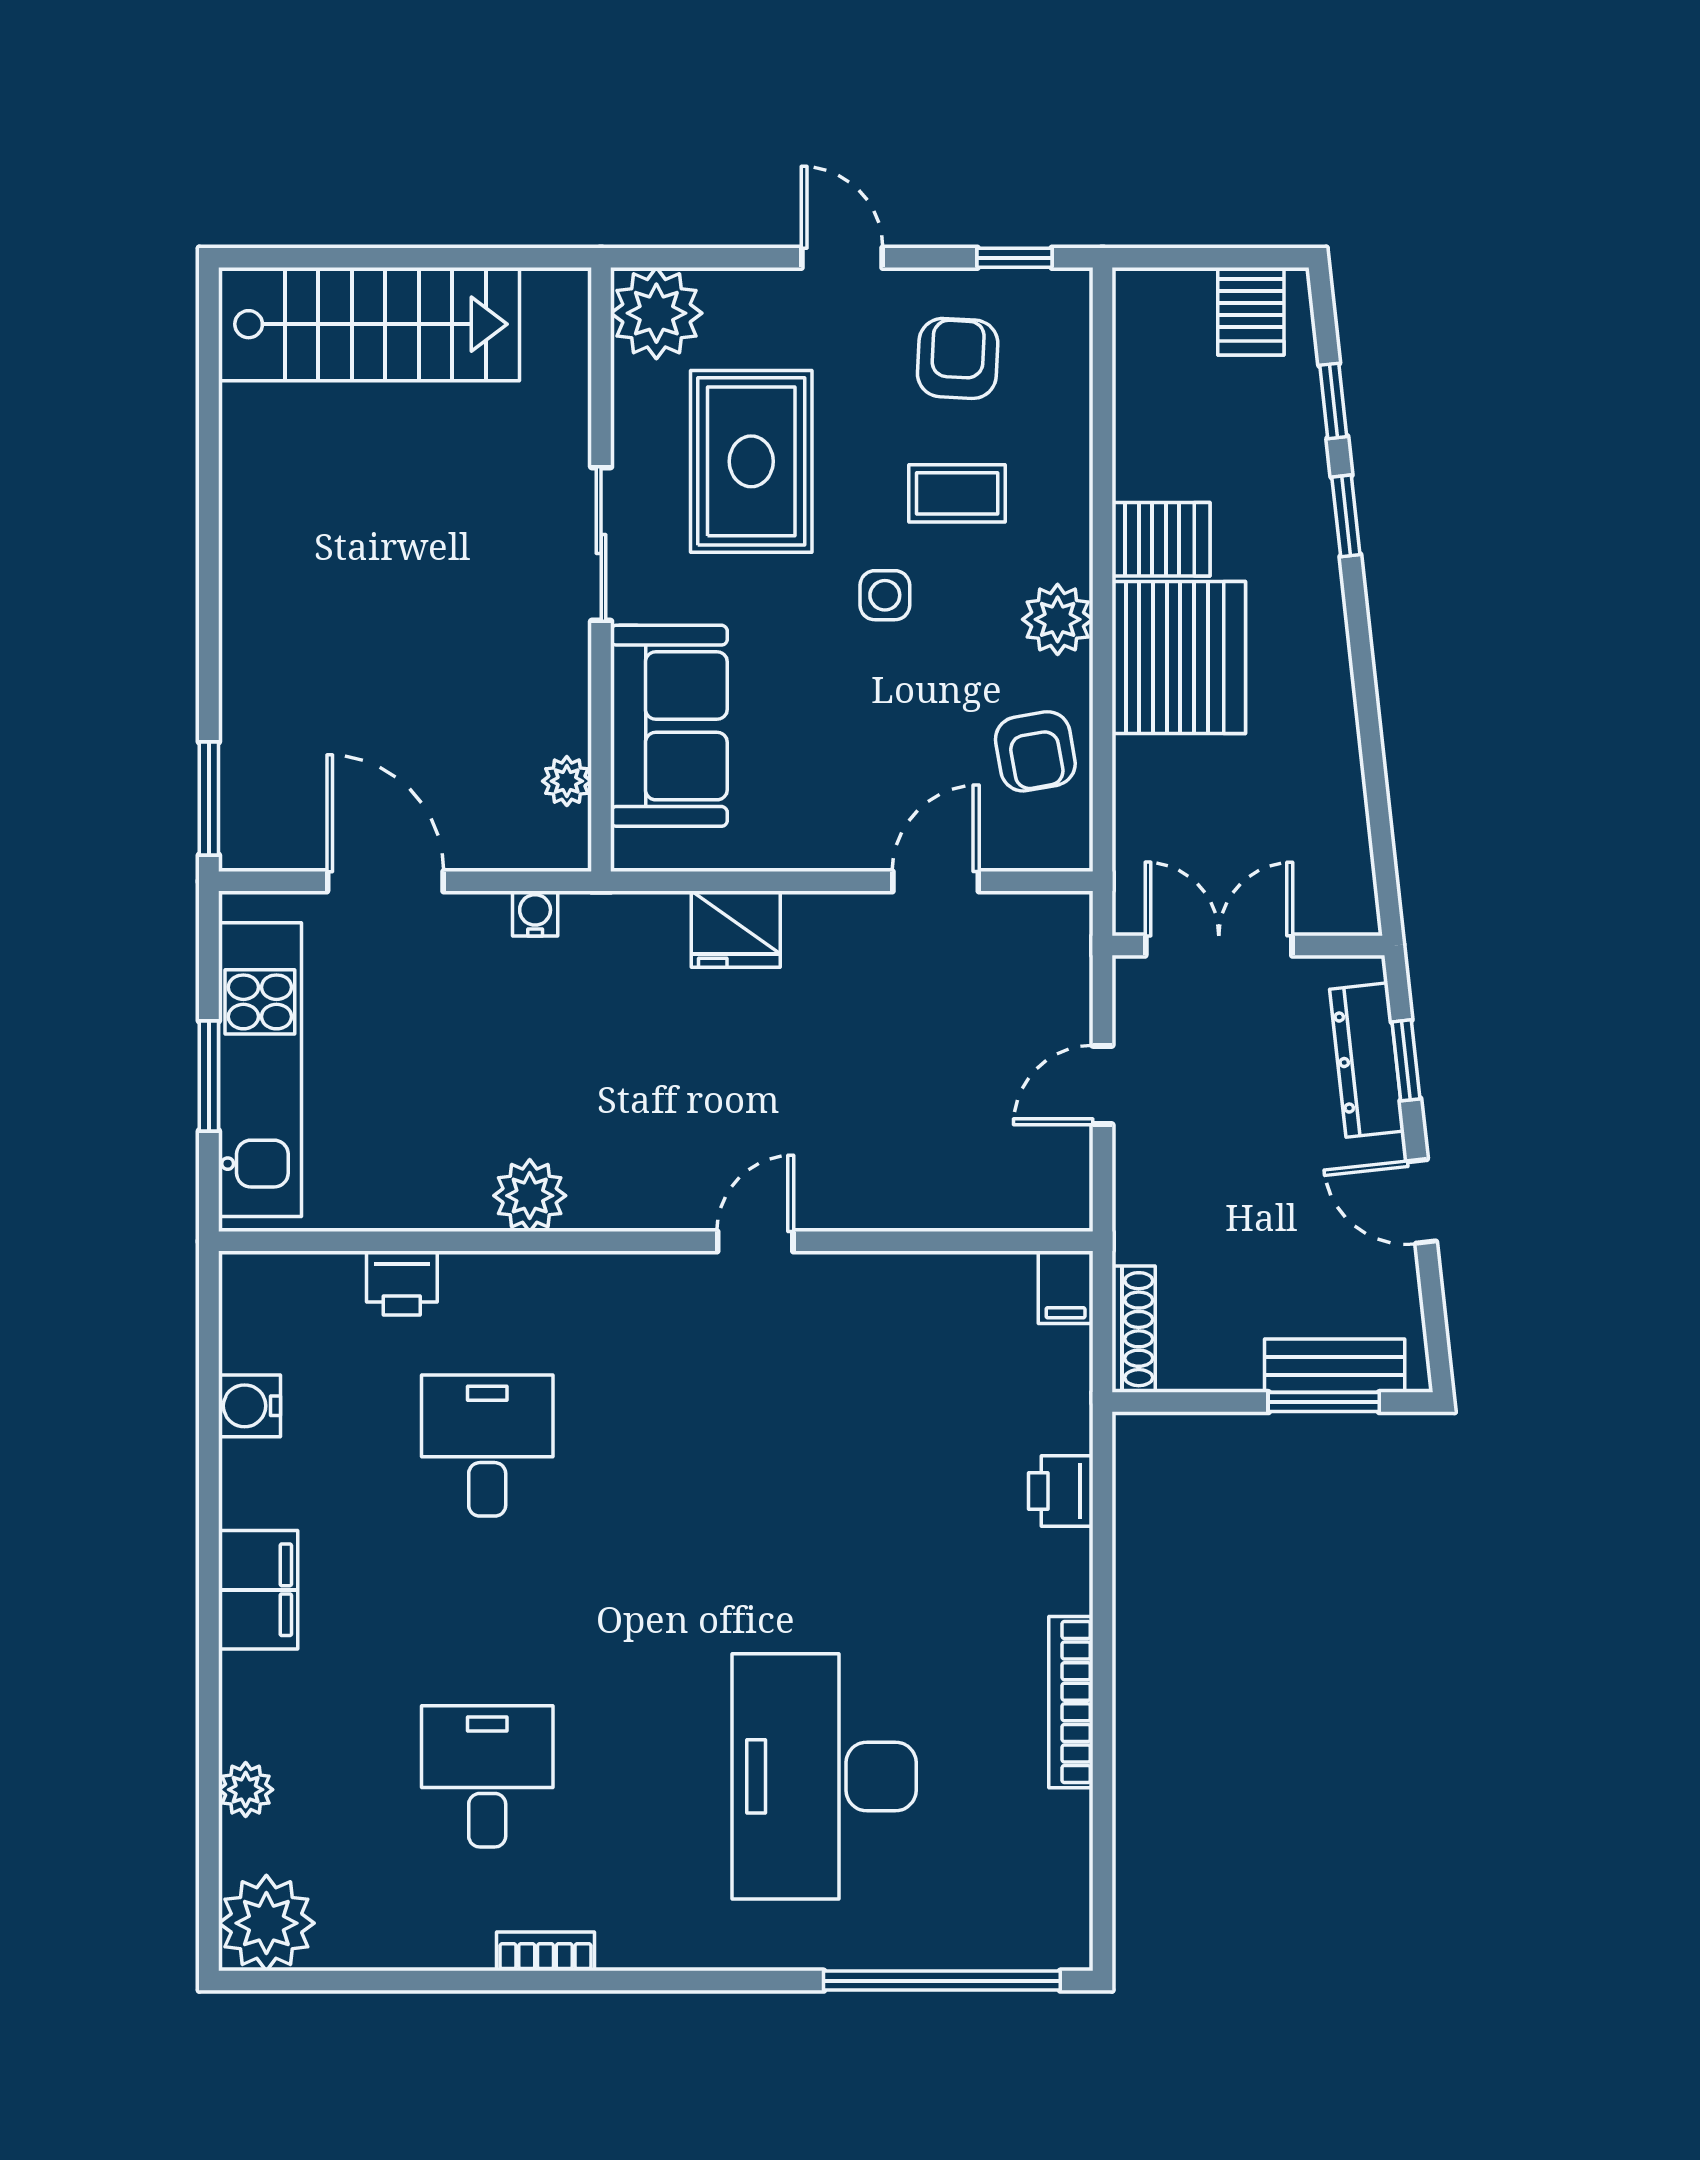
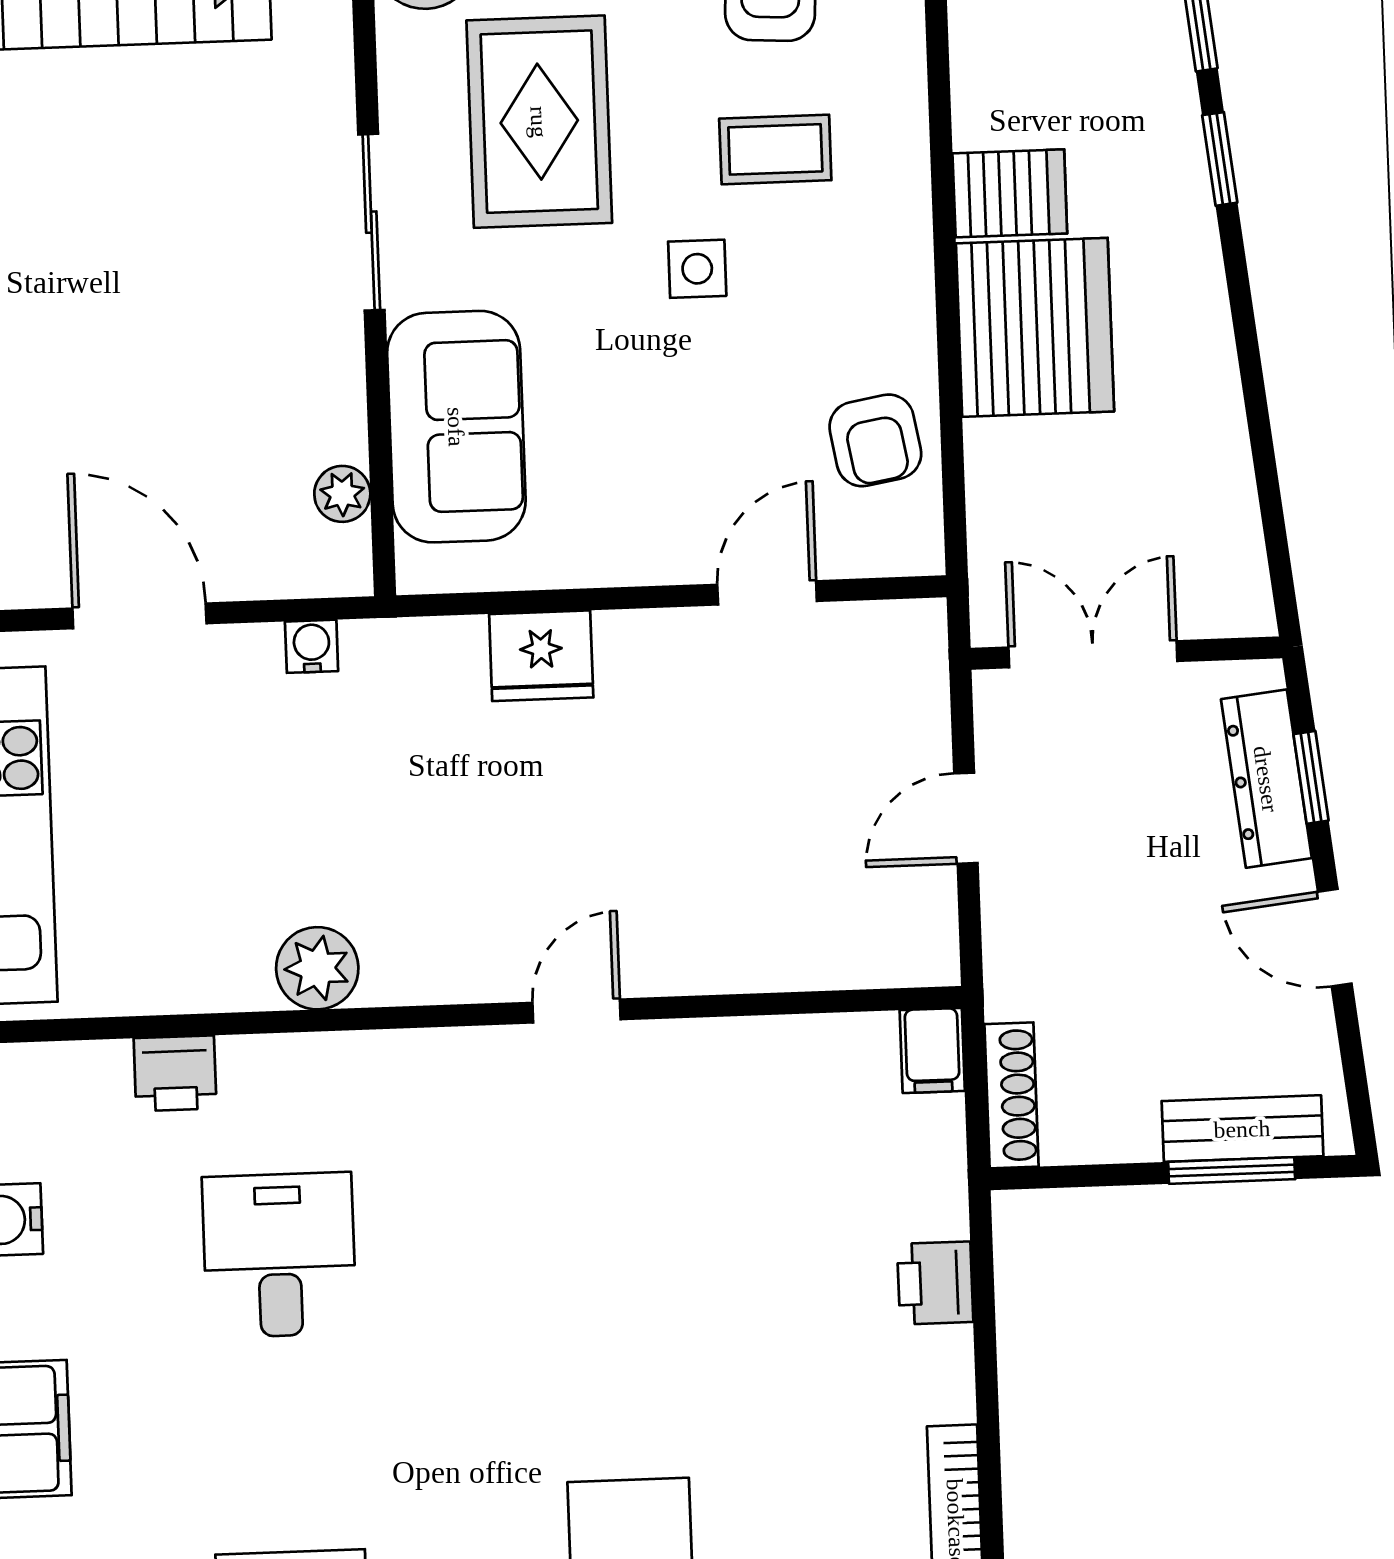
plant: (1058, 619) -> (895, 289), removed

